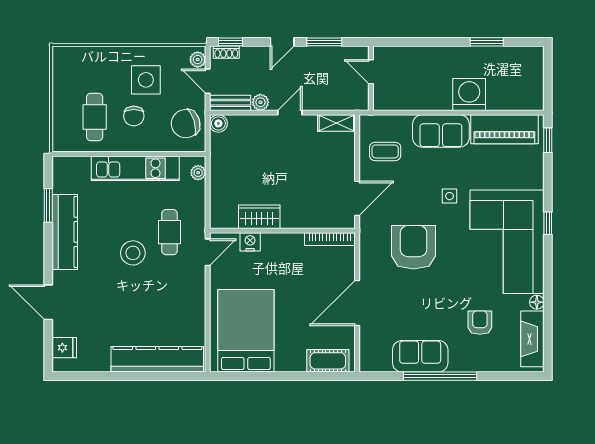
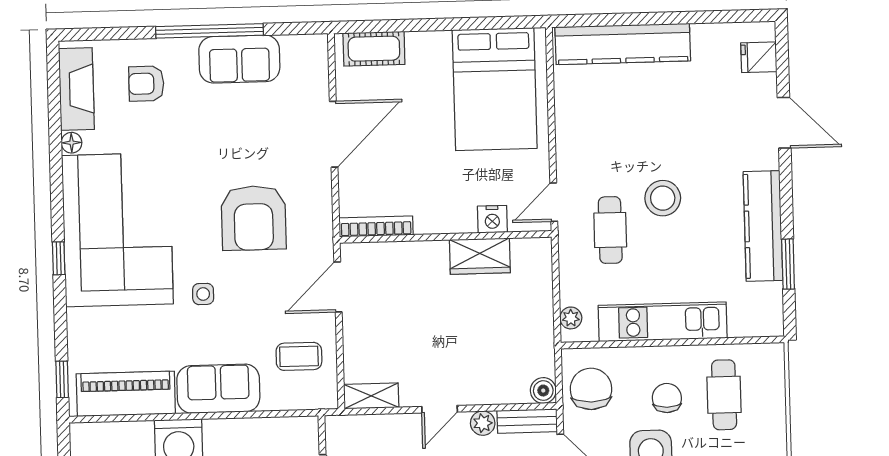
chair: (186, 124) -> (591, 389), turned -73
armchair: (480, 323) -> (146, 84), moved, turned 90

